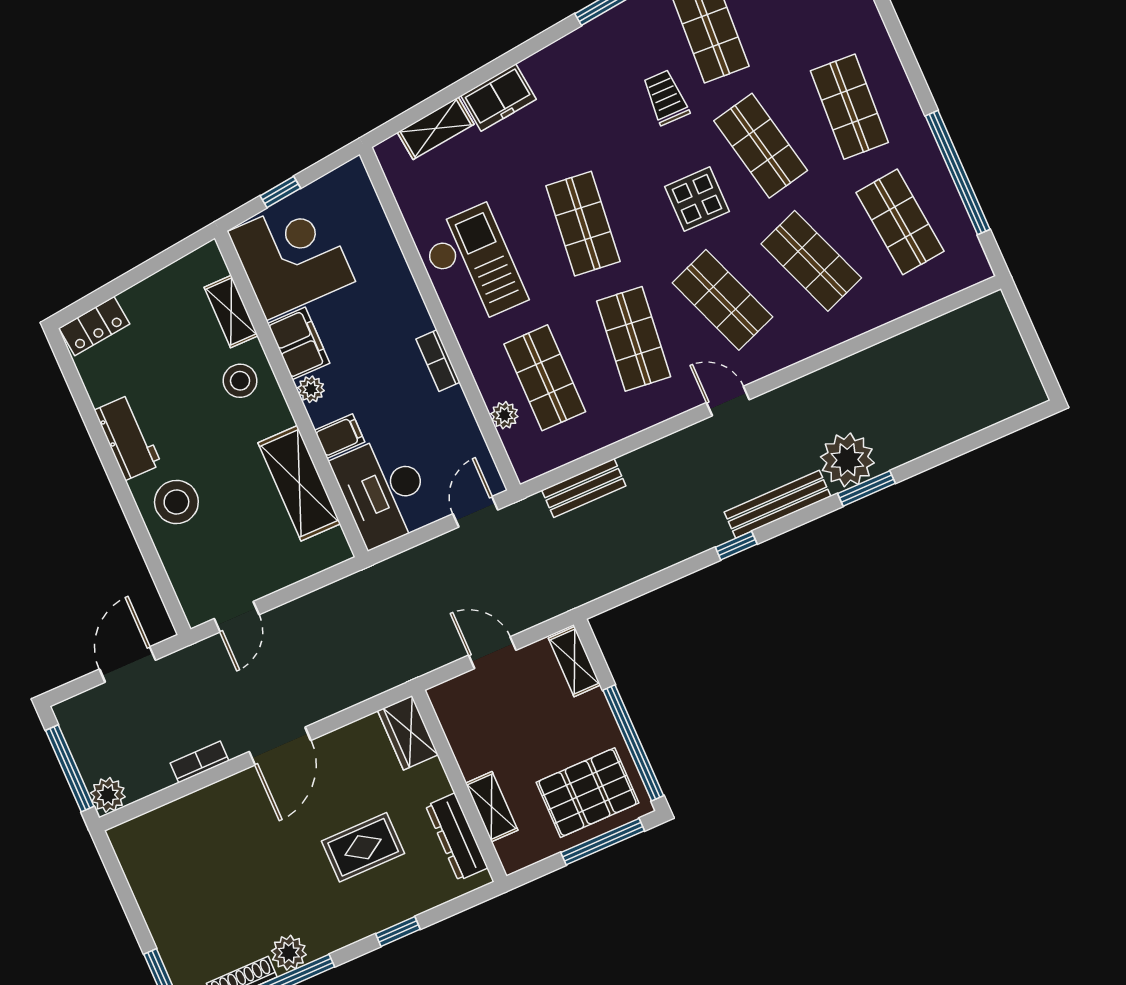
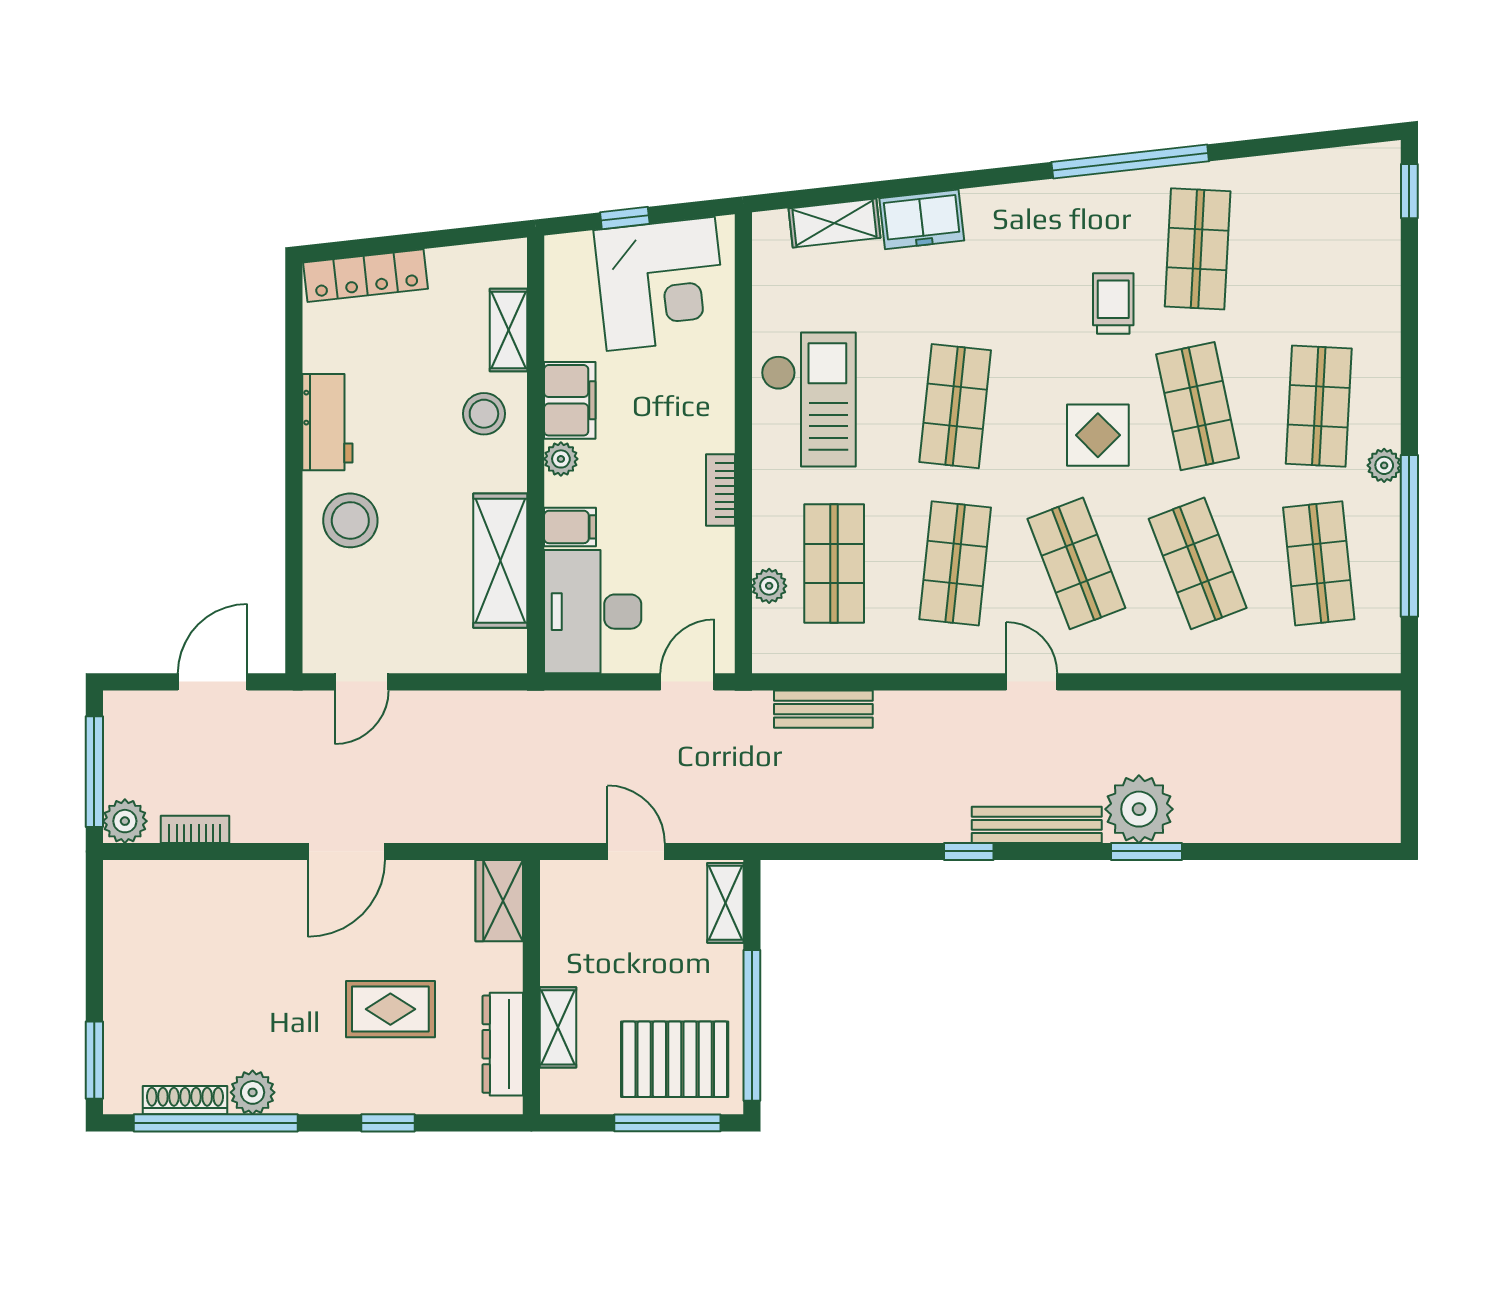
plant: (916, 129) -> (1384, 465), added
corner desk: (291, 257) -> (661, 284), moved, turned 84
locker: (94, 326) -> (366, 276), width x1.53
bookcase: (200, 762) -> (195, 829), moved

